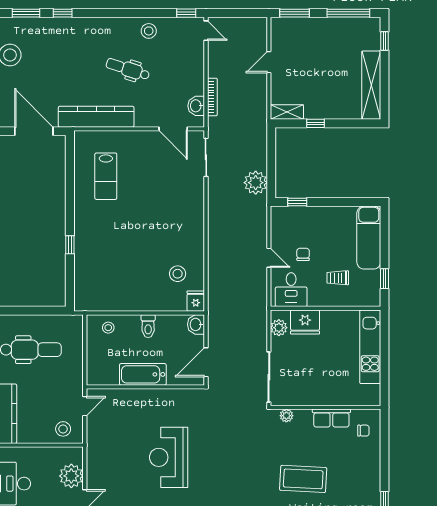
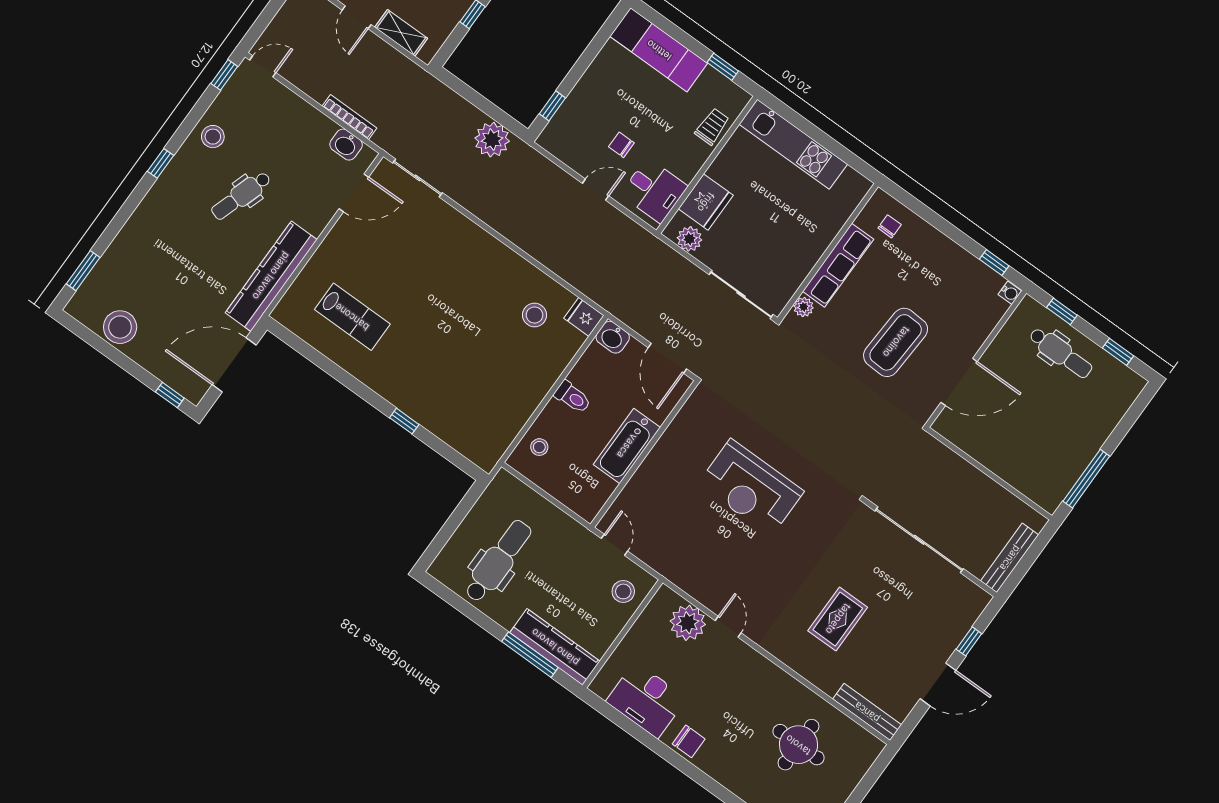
window: (63, 13) -> (161, 163), moved
shelving: (287, 112) -> (401, 33), moved, turned 90
trolley: (338, 278) -> (712, 126), moved, turned 180
row of seats: (331, 418) -> (838, 265), width x1.48

